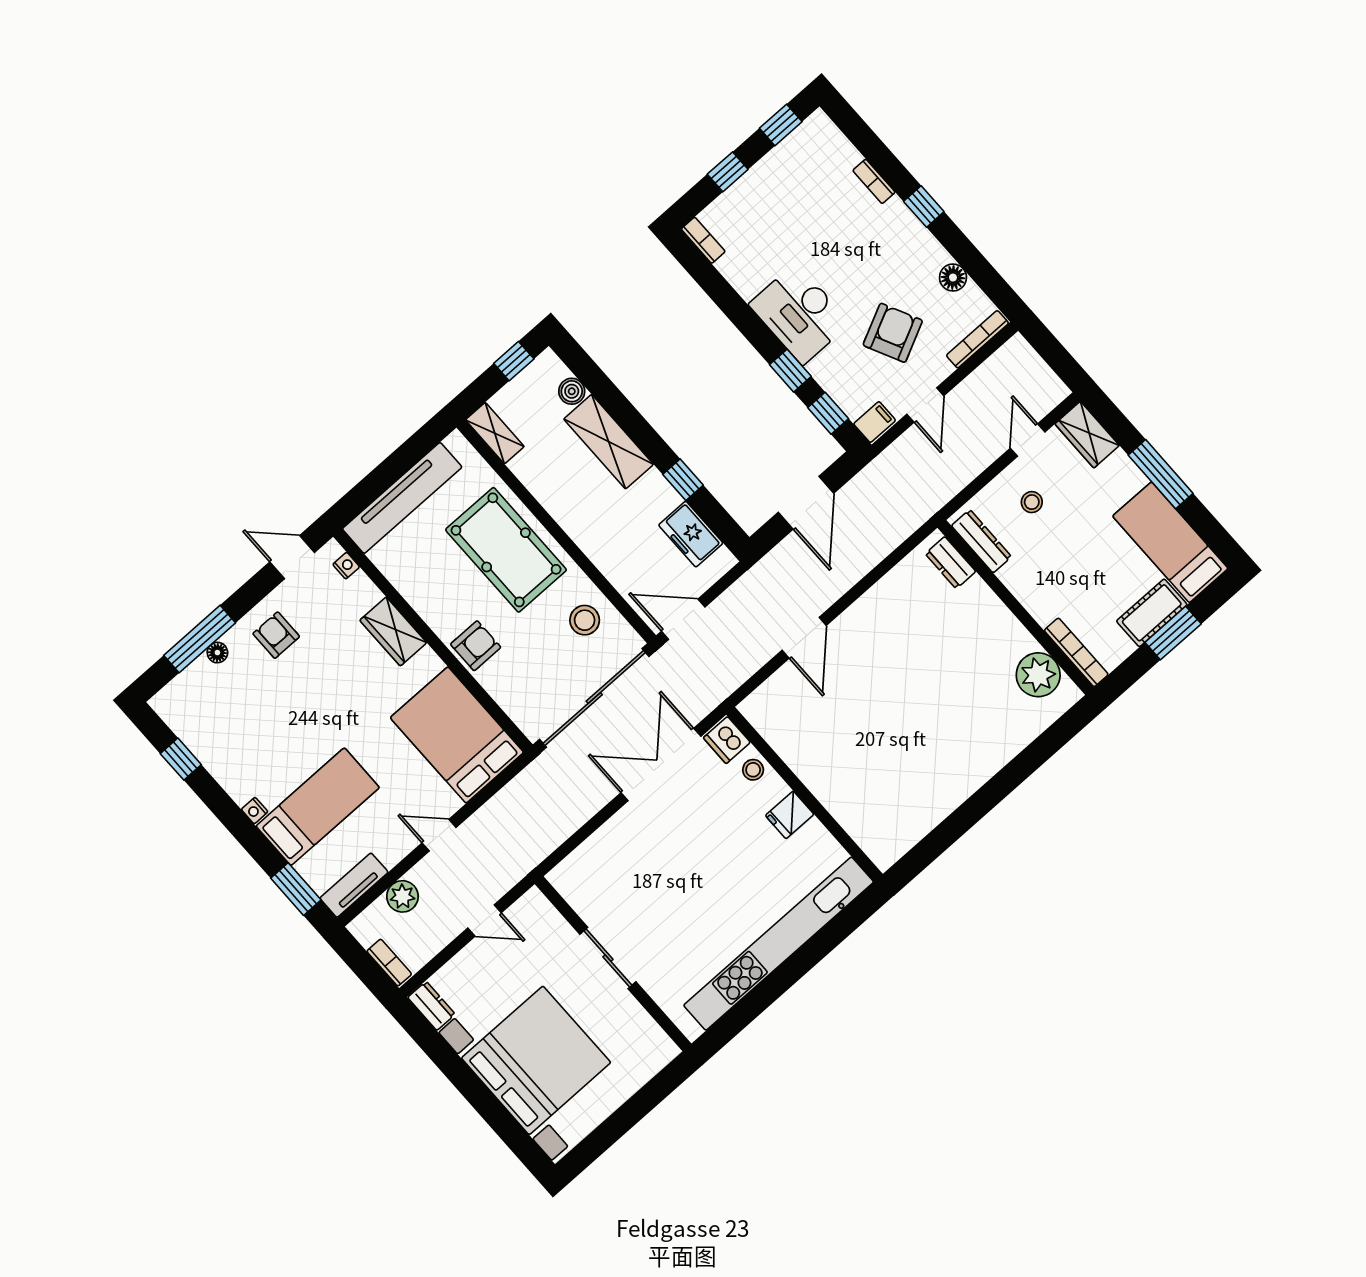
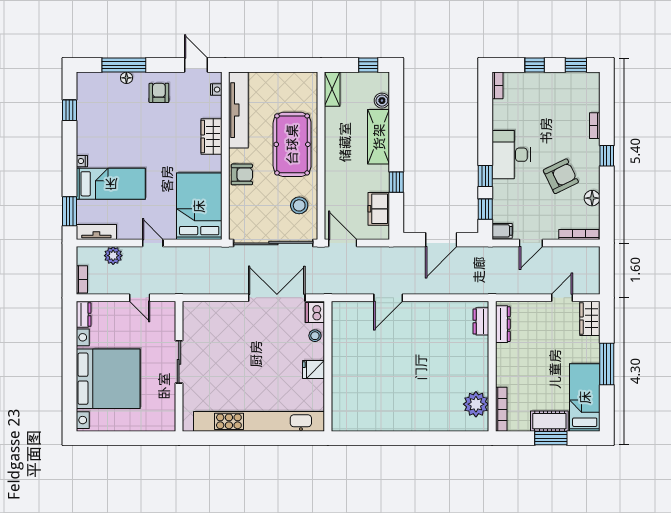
armchair: (893, 333) -> (561, 176), moved
tv unit: (402, 498) -> (238, 110), moved, turned -90
stool: (1032, 502) -> (540, 326), removed

